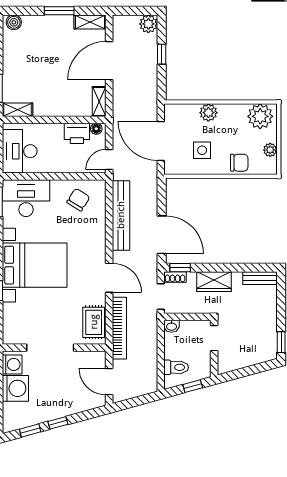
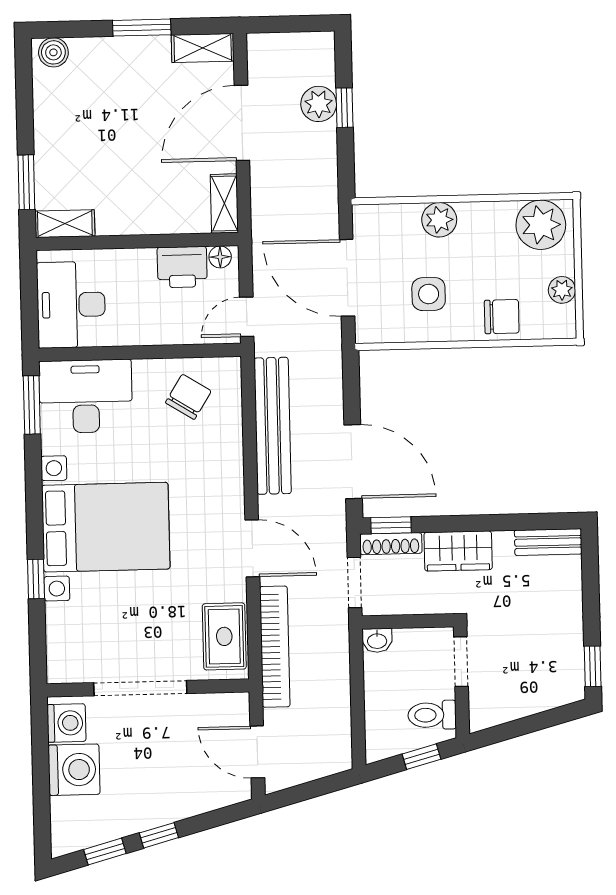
plant: (148, 24) -> (319, 104), moved
shoe rack: (175, 277) -> (391, 544), width x1.43
toilet: (176, 367) -> (432, 715), moved, turned 180

